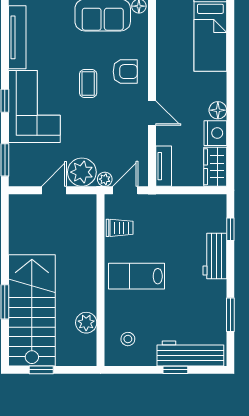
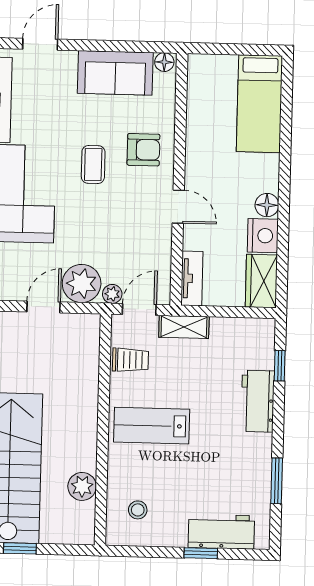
shelving: (159, 202) -> (184, 327), added
workbench: (190, 353) -> (221, 532), width x0.73

